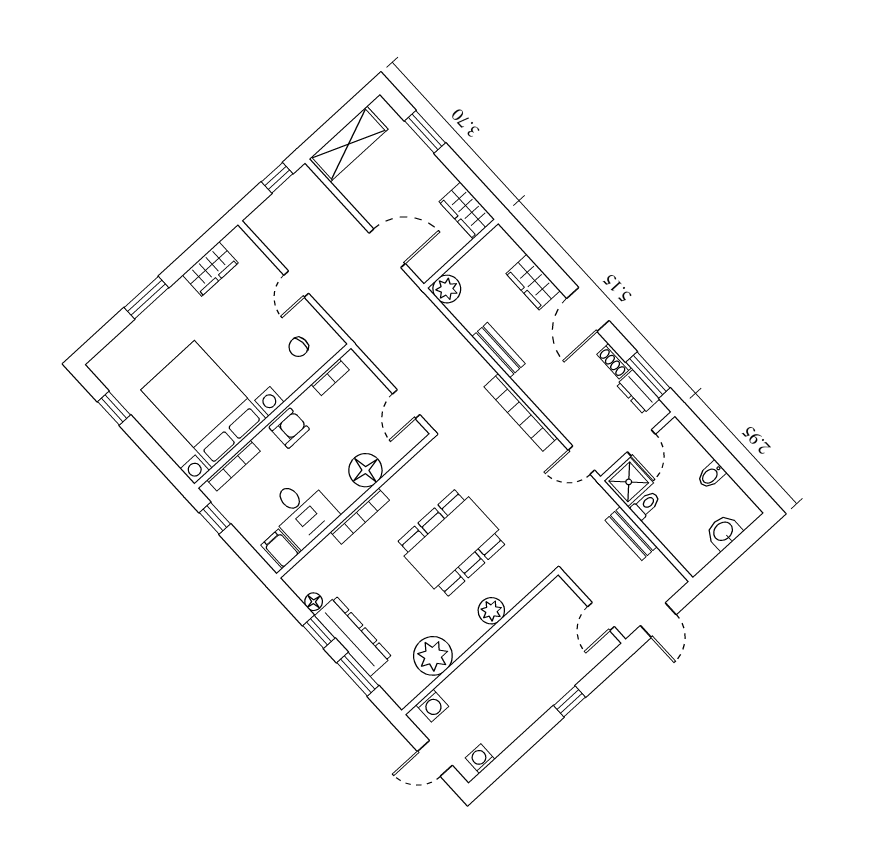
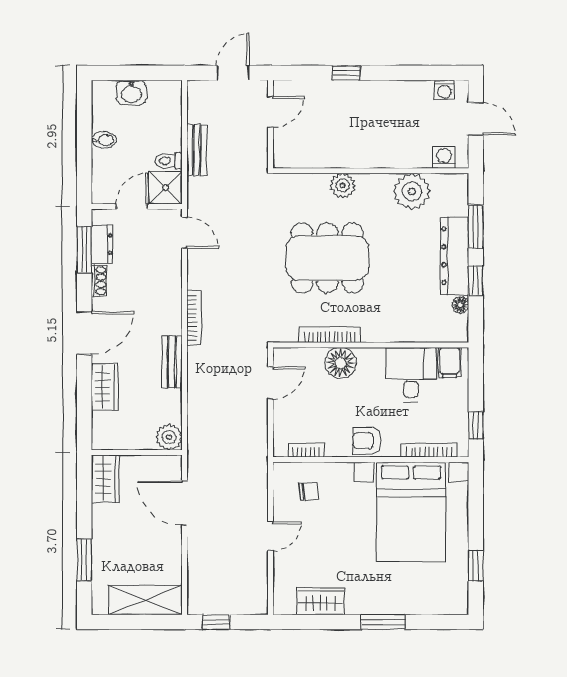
bookcase: (521, 412) -> (194, 318), width x0.68, depth x0.76
bookcase: (360, 516) -> (330, 335), moved

